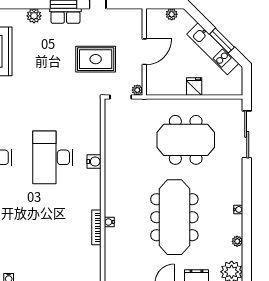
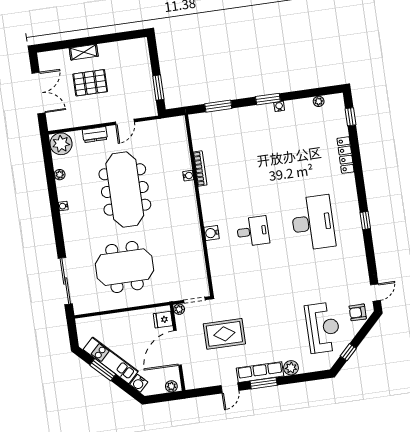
plant: (172, 14) -> (171, 386), moved
row of seats: (65, 16) -> (260, 372), width x1.48
water cooler: (188, 22) -> (139, 383), added
door: (144, 52) -> (178, 348), width x1.36
fridge: (194, 87) -> (163, 320), moved, turned 90
desk: (53, 157) -> (253, 231), width x0.53, depth x0.77

